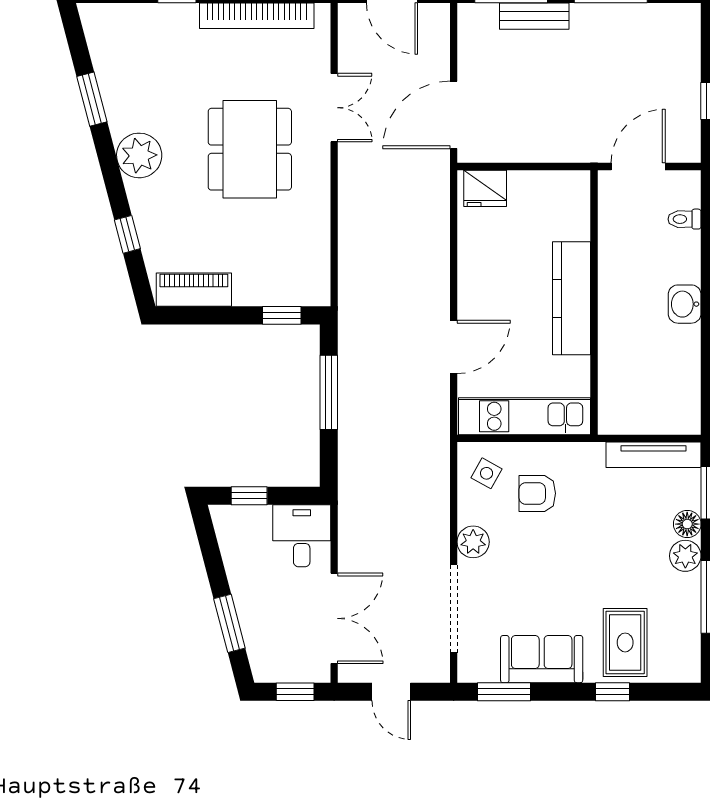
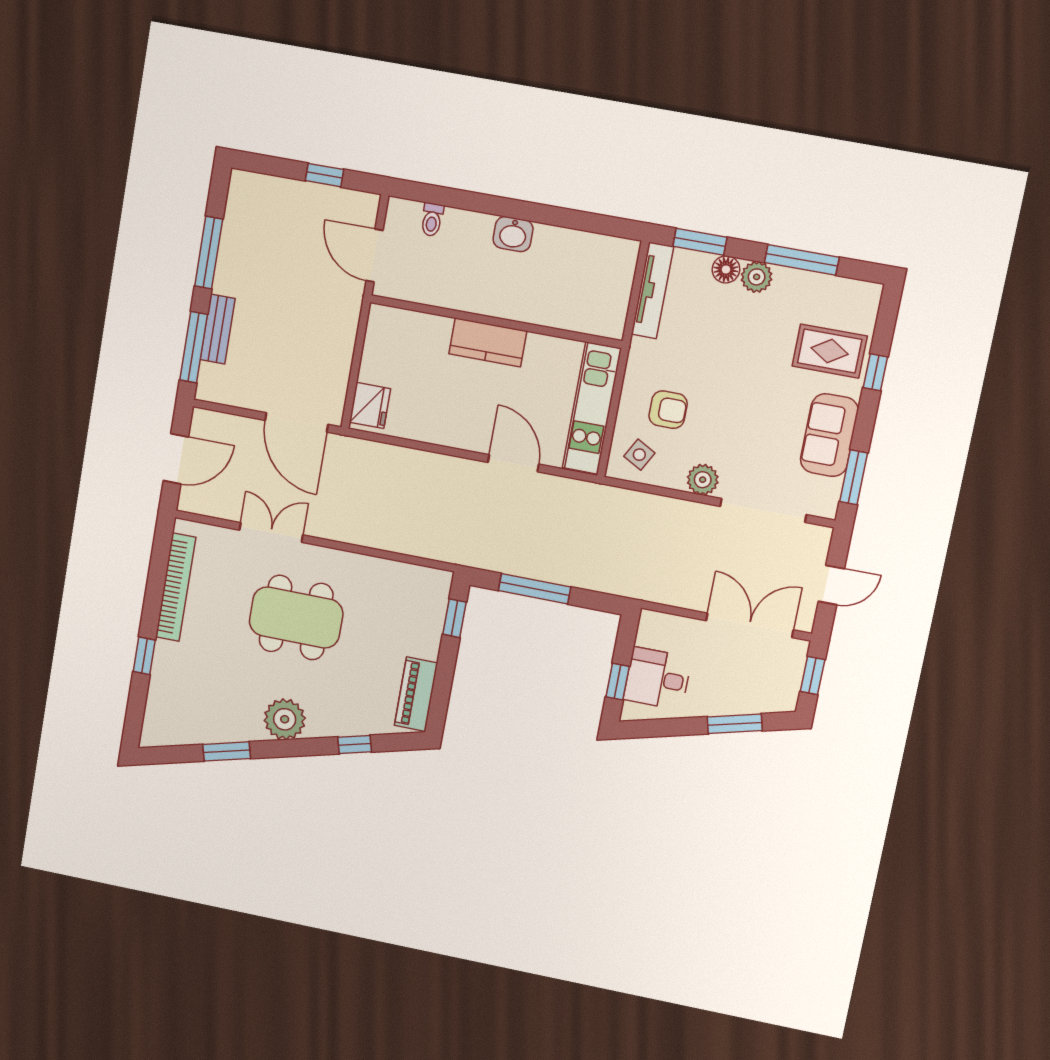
kitchen counter: (572, 298) -> (488, 342), width x0.67
armchair: (537, 493) -> (668, 410), turned -90
desk: (302, 536) -> (657, 679), moved

